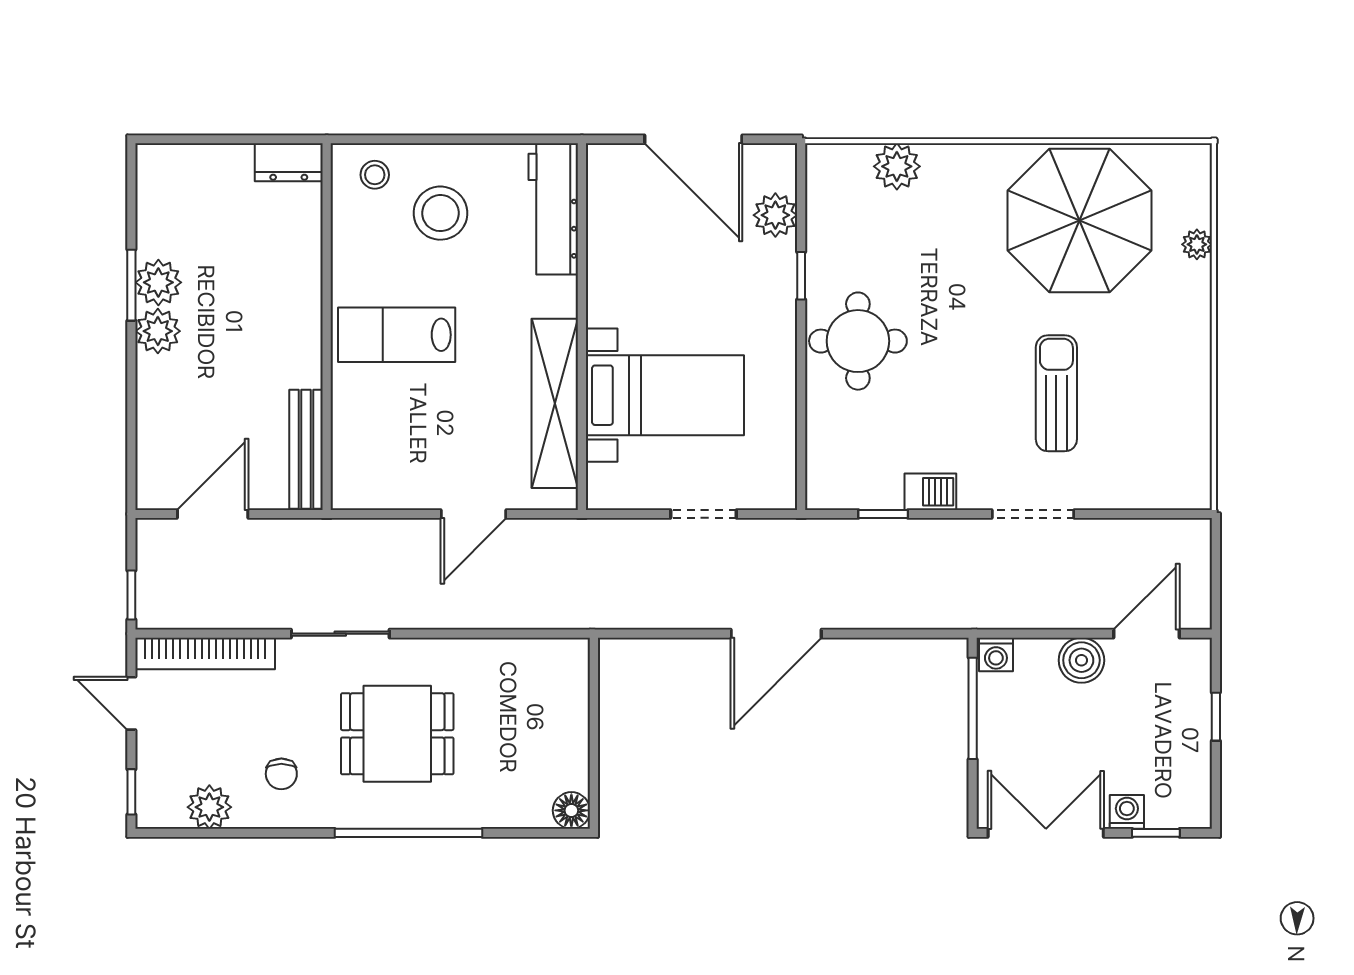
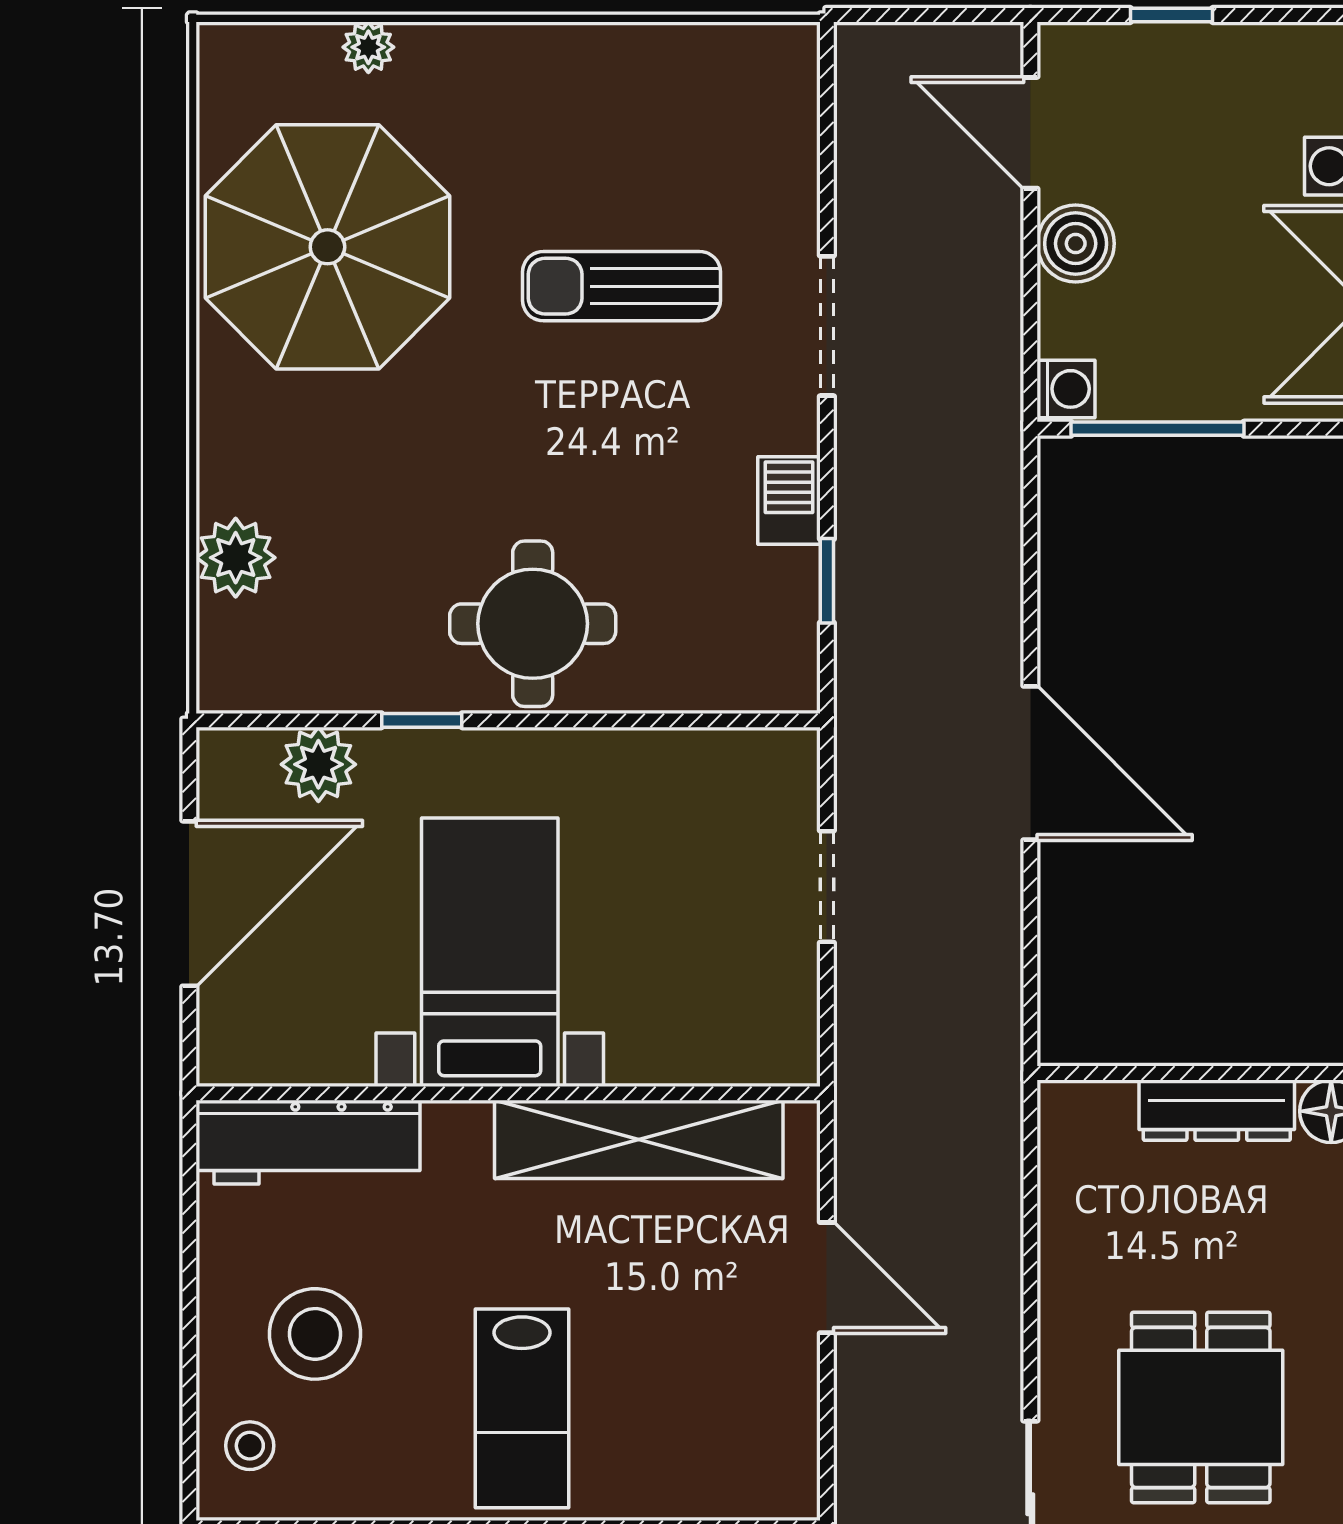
bed with nightstands: (665, 395) -> (490, 952), moved
dresser: (572, 743) -> (1217, 1110), added

